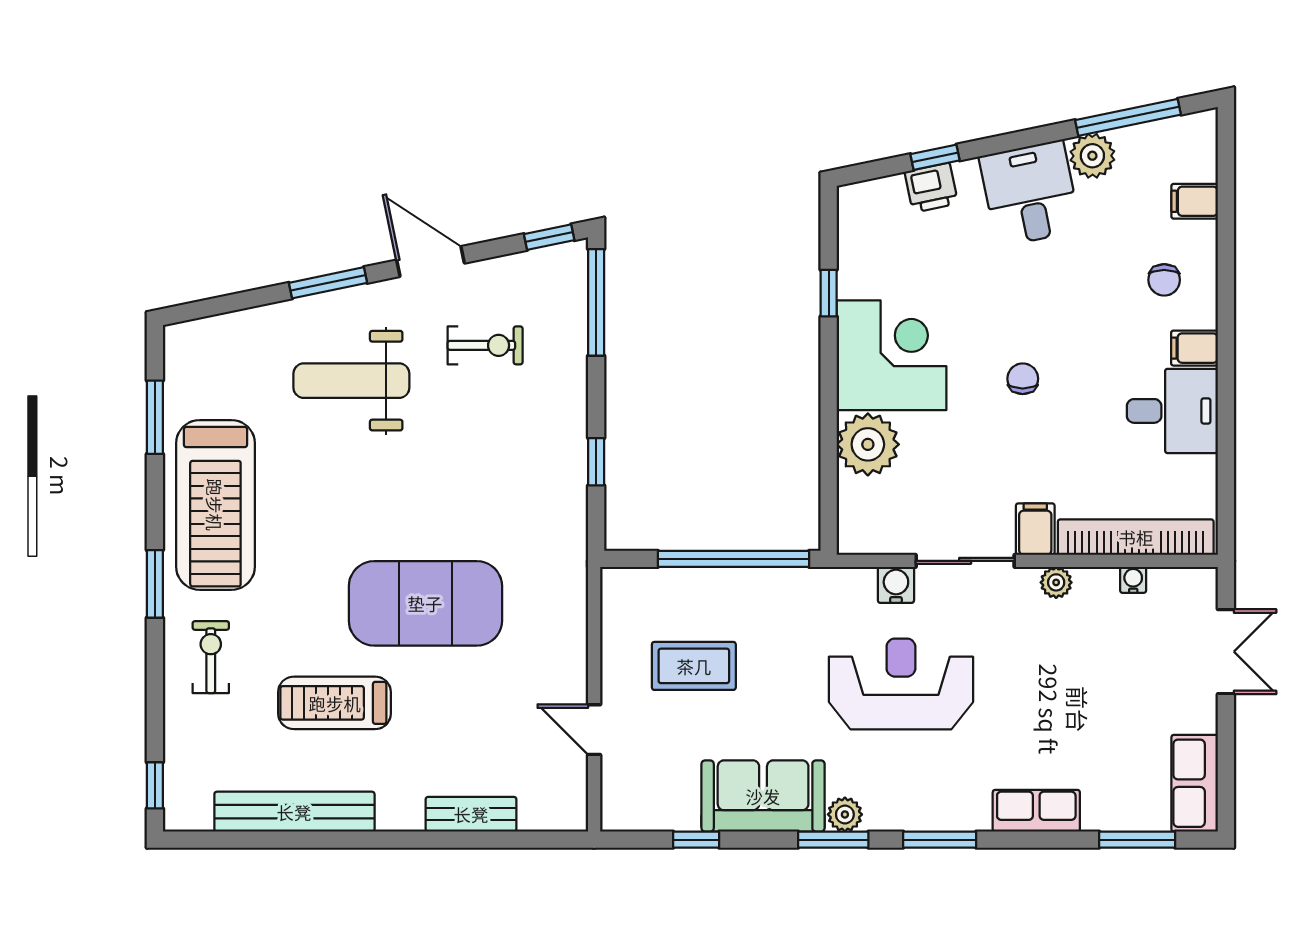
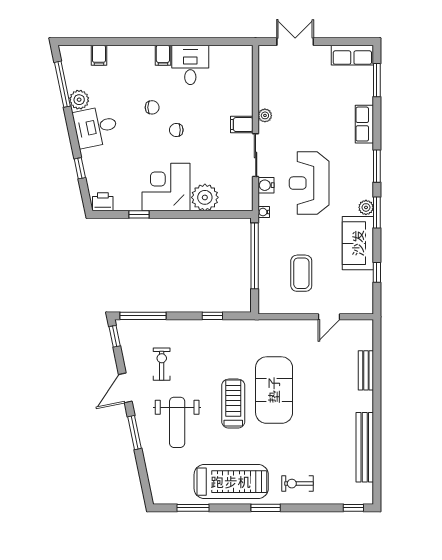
printer: (931, 188) -> (103, 202), moved, turned -78
chair: (1164, 280) -> (152, 107), moved
bookcase: (1136, 537) -> (245, 81), removed
water cooler: (1133, 580) -> (264, 212), moved
treadmill: (335, 703) -> (233, 404), moved, turned 180

